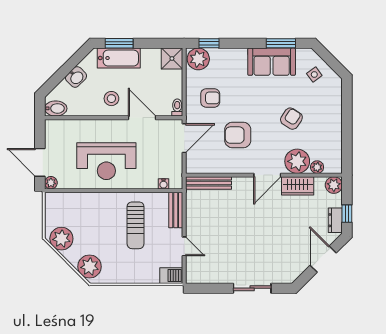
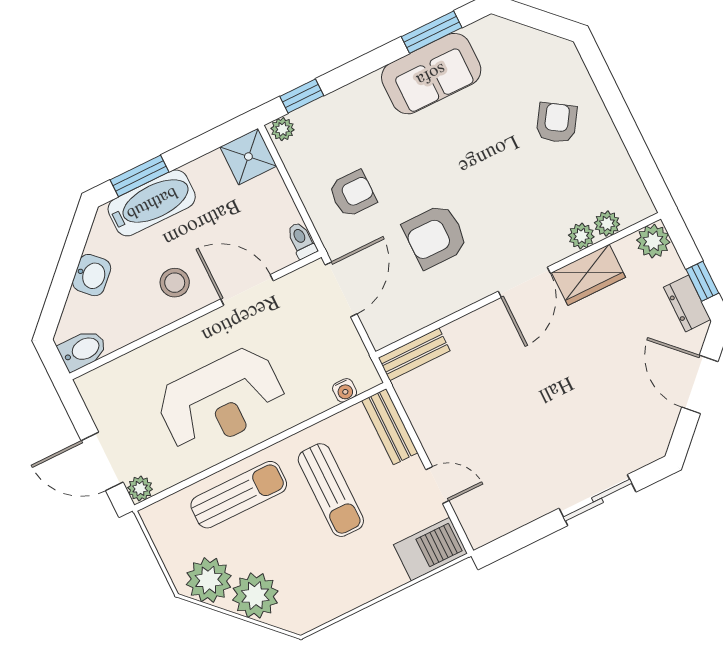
plant: (198, 59) -> (282, 129), width x0.53, depth x0.53
side table: (314, 74) -> (520, 59), removed
armchair: (291, 119) -> (557, 123), moved
plant: (297, 161) -> (581, 236), width x0.53, depth x0.53
bench: (209, 183) -> (414, 354), width x0.73
sun lounger: (93, 207) -> (239, 495), added
plant: (90, 267) -> (255, 596), moved
barbecue: (171, 276) -> (431, 549), width x1.38, depth x1.27

